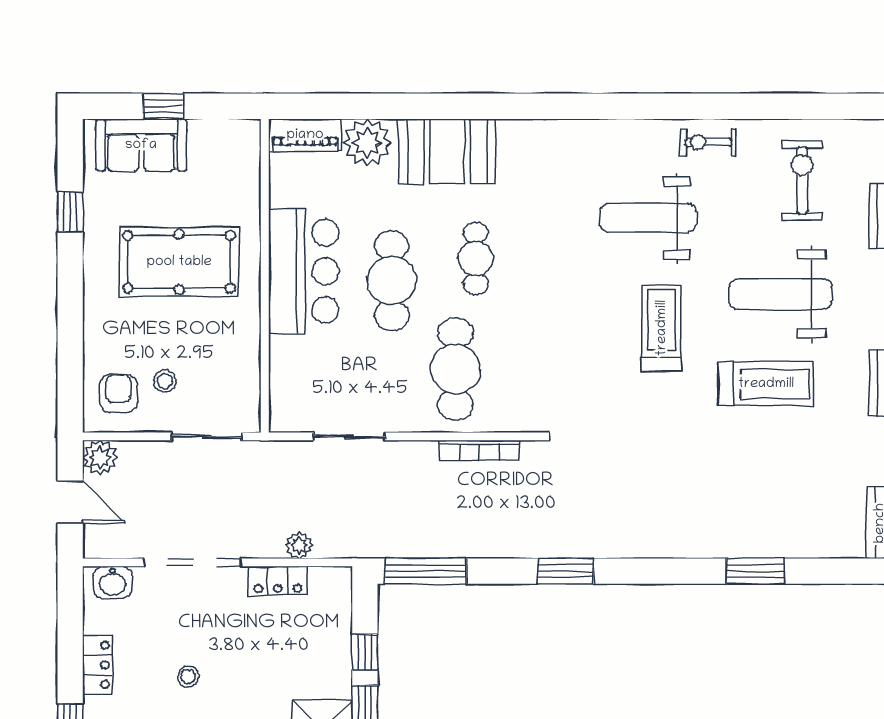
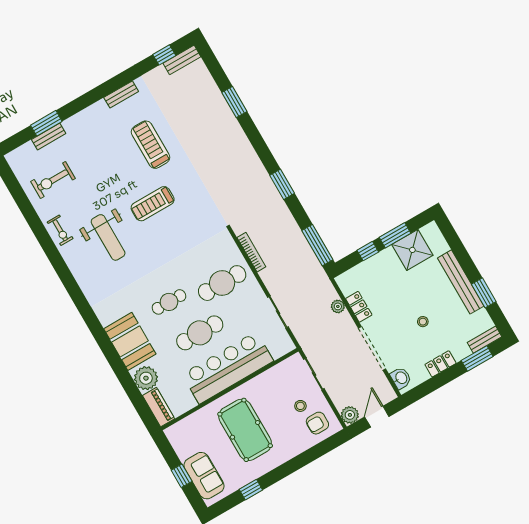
bar counter: (304, 271) -> (228, 368), width x1.36
weight bench: (781, 294) -> (108, 161), removed

